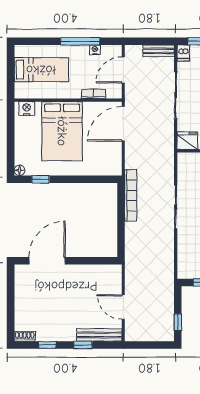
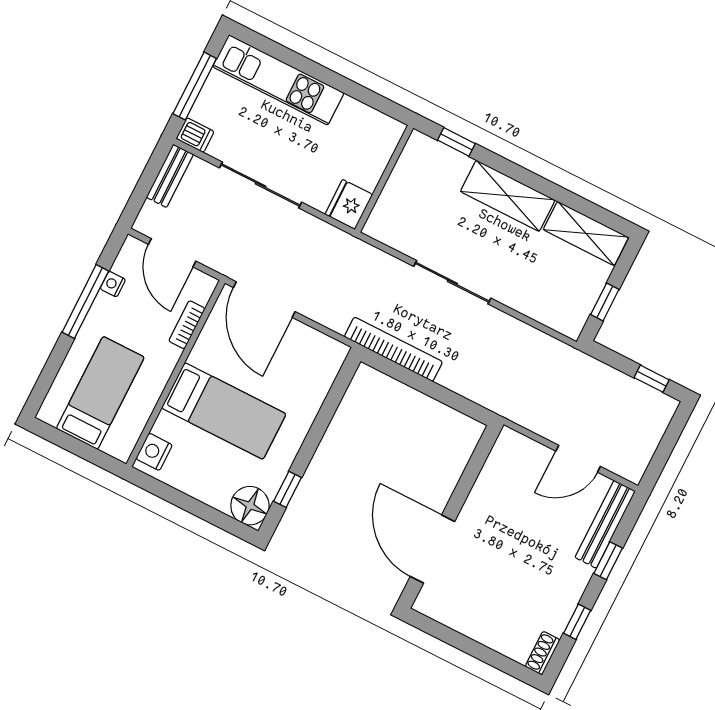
bed: (62, 131) -> (224, 411), width x0.67
floor lamp: (20, 170) -> (250, 506), width x1.89, depth x1.89

